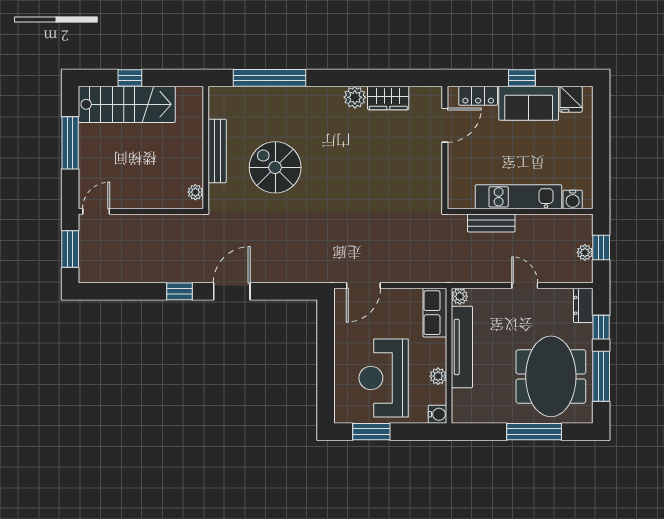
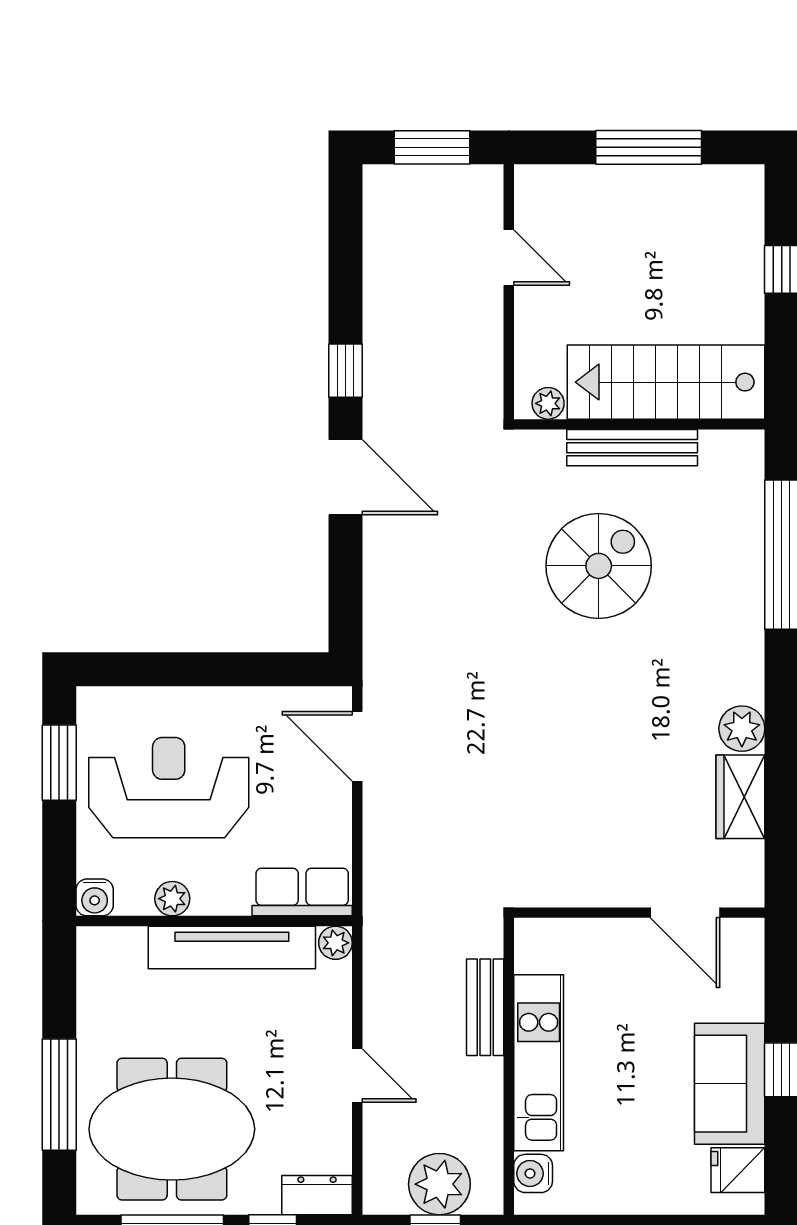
locker: (478, 96) -> (745, 980), removed
stairs: (127, 104) -> (666, 382), moved, turned 90
door: (96, 211) -> (509, 258), moved
plant: (585, 252) -> (439, 1184), width x1.88, depth x1.88
door: (525, 286) -> (357, 1076), hinge flipped

